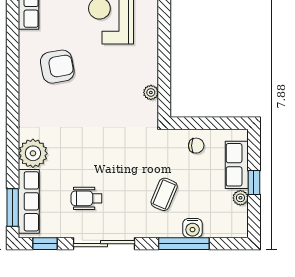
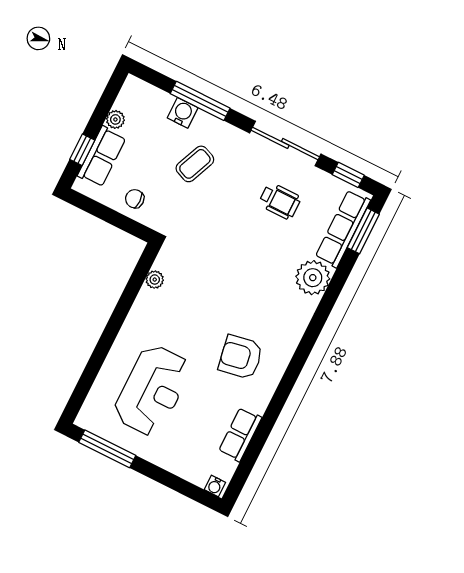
window: (254, 183) -> (82, 150), moved

